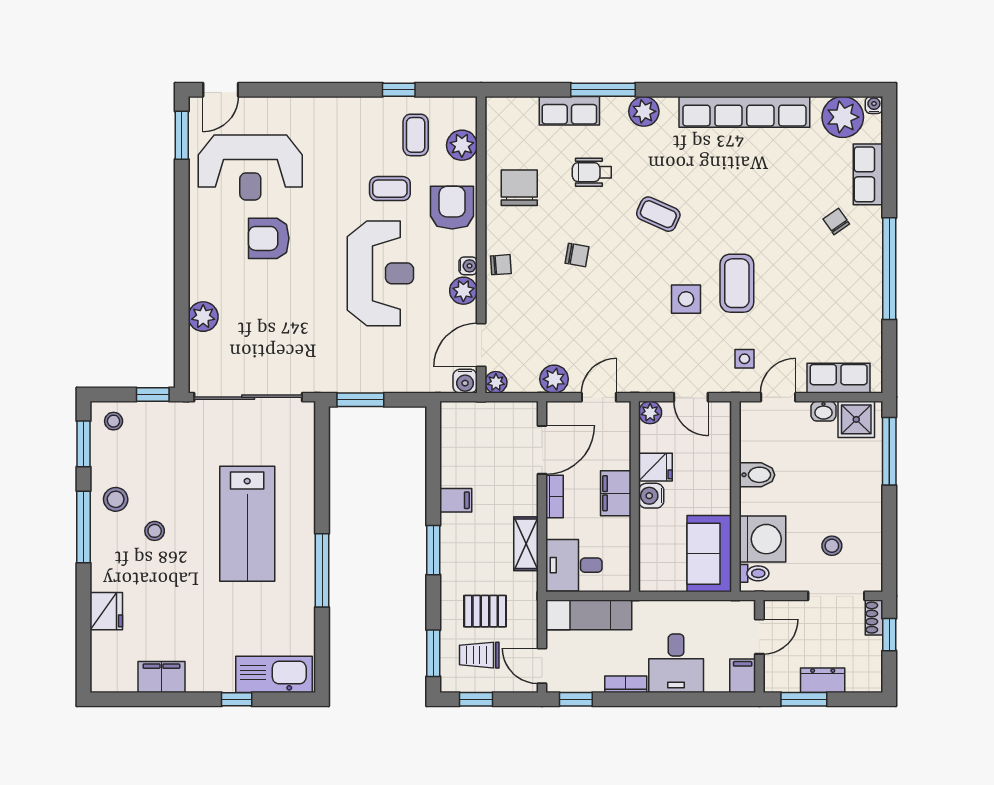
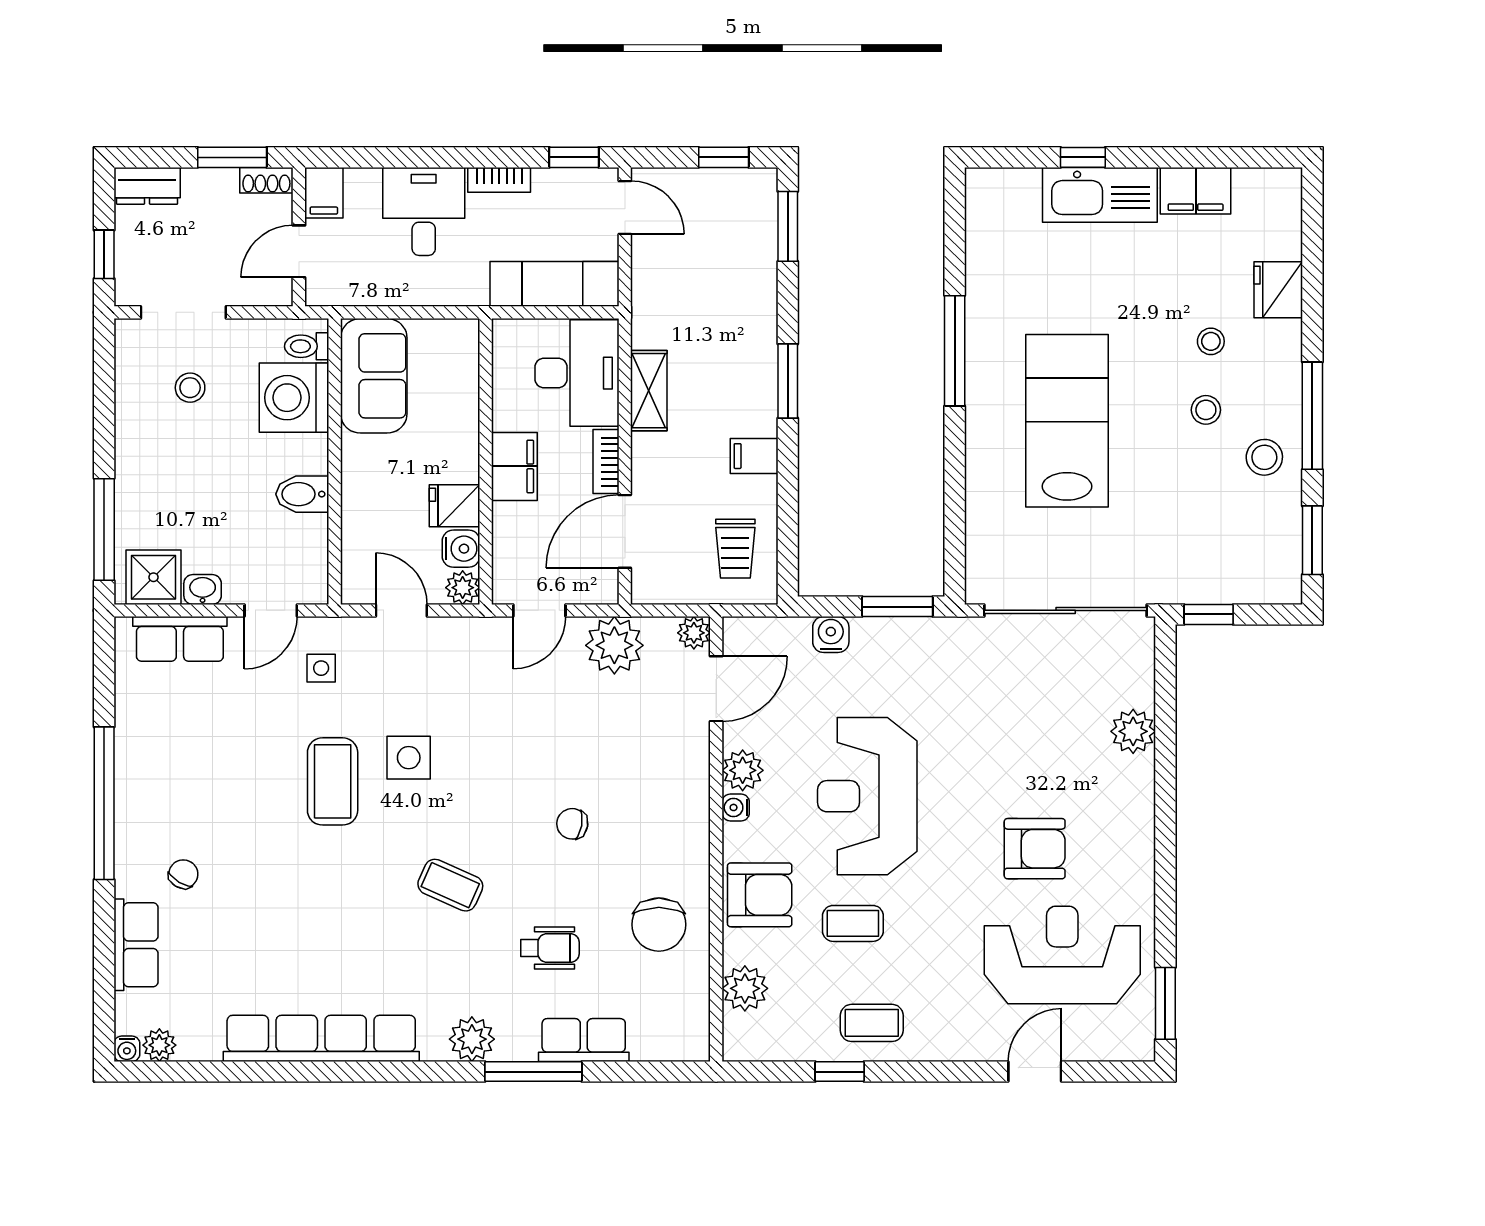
door: (221, 90) -> (1035, 1072), moved
plant: (843, 117) -> (159, 1045), width x0.53, depth x0.53
coffee table: (416, 135) -> (872, 1023), moved, turned 90
armchair: (452, 208) -> (760, 895), turned -90
chair: (836, 221) -> (183, 874), turned -114
chair: (501, 265) -> (686, 809), removed
plant: (554, 379) -> (614, 645), width x1.36, depth x1.36
water cooler: (465, 381) -> (831, 634), moved
stool: (114, 421) -> (1211, 341), moved
water cooler: (651, 496) -> (461, 549), moved
desk: (574, 565) -> (577, 373), width x1.37
pallet: (485, 611) -> (710, 290), removed
shoe rack: (874, 618) -> (266, 180), moved, turned 90
trolley: (479, 655) -> (735, 549), moved, turned 90
kitchen sink: (274, 674) -> (1100, 195), moved
dresser: (823, 680) -> (147, 186), moved

